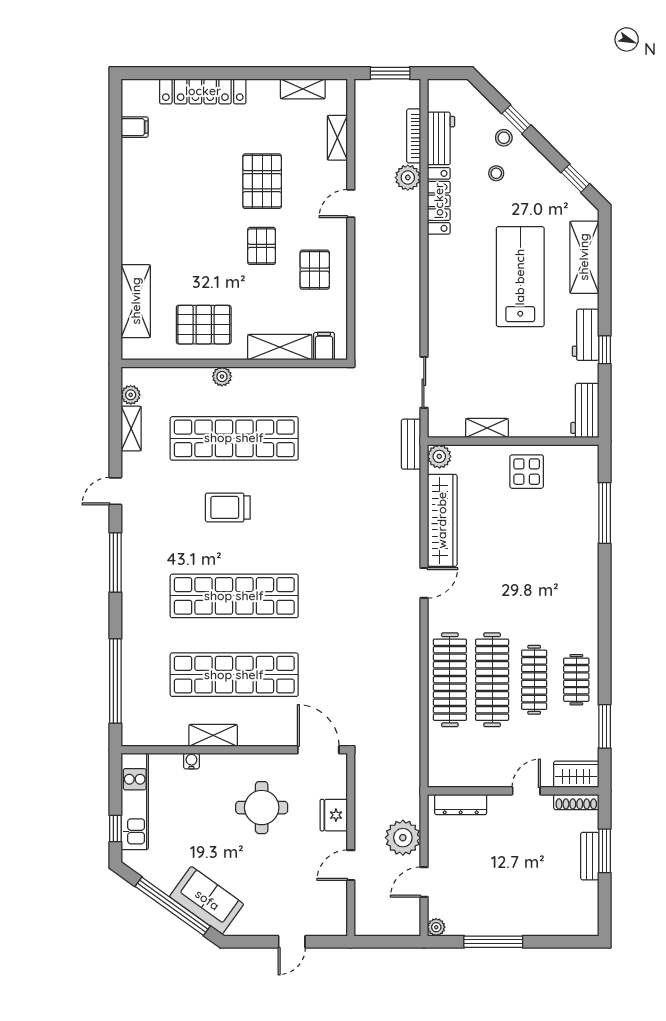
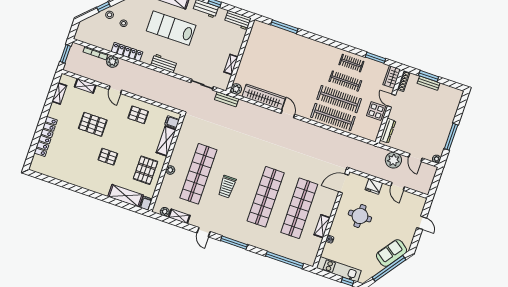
filing cabinet: (135, 127) -> (146, 203), moved
workbench: (441, 138) -> (164, 63), moved
pallet: (262, 246) -> (108, 157), moved
display table: (527, 472) -> (376, 111), moved

